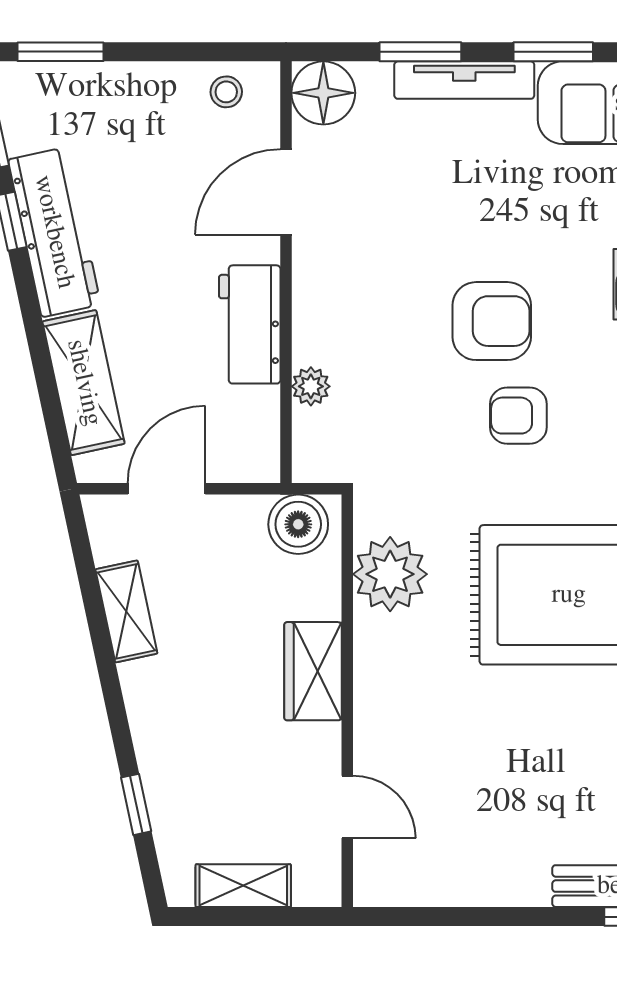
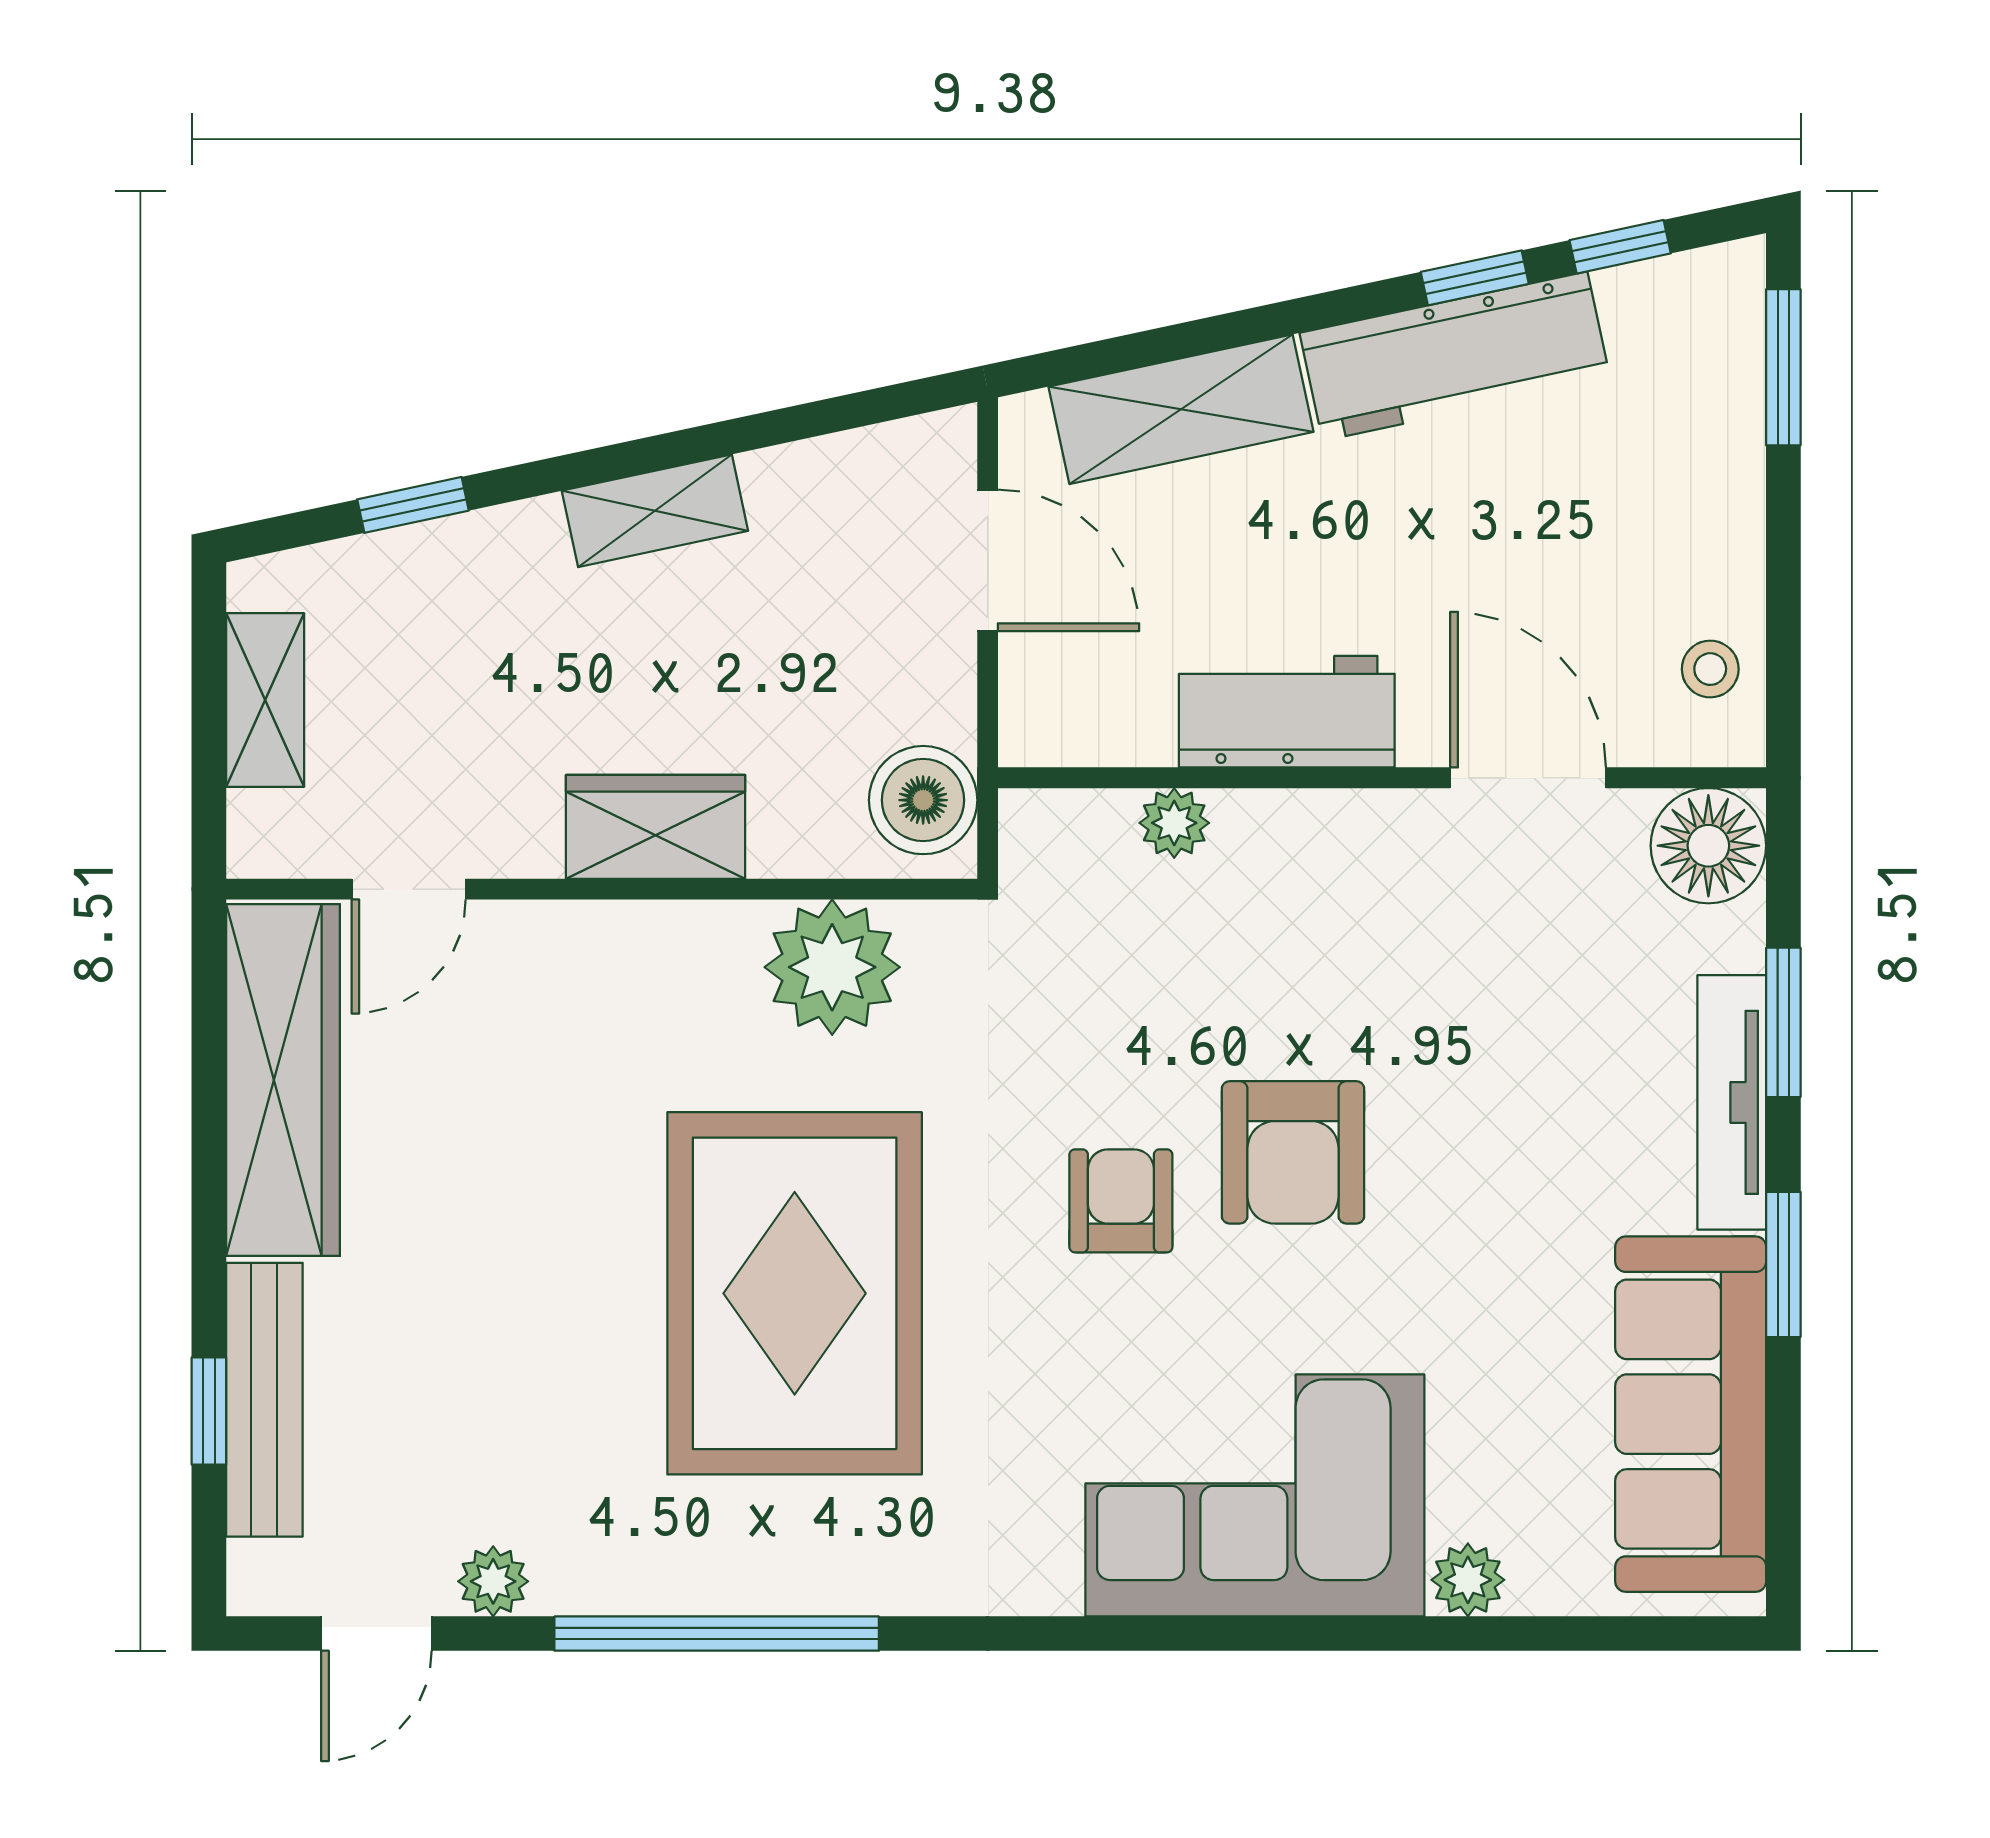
shelving: (126, 611) -> (655, 511), moved
wardrobe: (452, 876) -> (283, 1080), added

